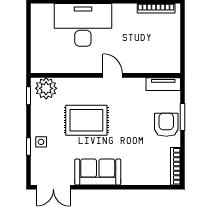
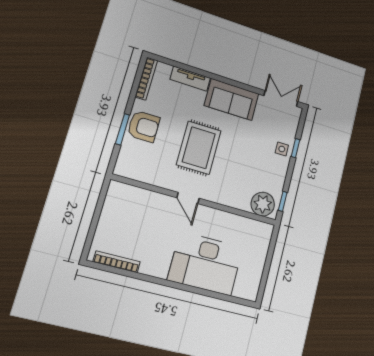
tv unit: (163, 84) -> (190, 79), moved, turned 180
rug: (86, 120) -> (199, 148), moved, turned 90
armchair: (166, 125) -> (144, 126), turned -90

